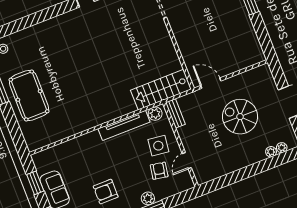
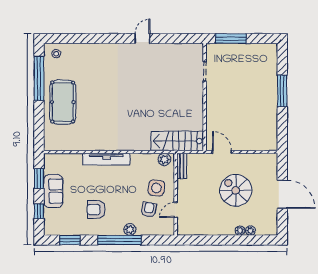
tv unit: (124, 125) -> (106, 159), moved
plant: (282, 148) -> (240, 231), moved

